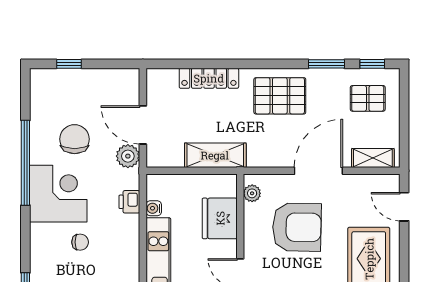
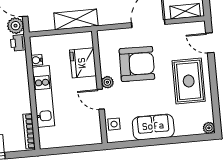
plant: (252, 193) -> (107, 82), moved
printer: (129, 202) -> (18, 43), moved

